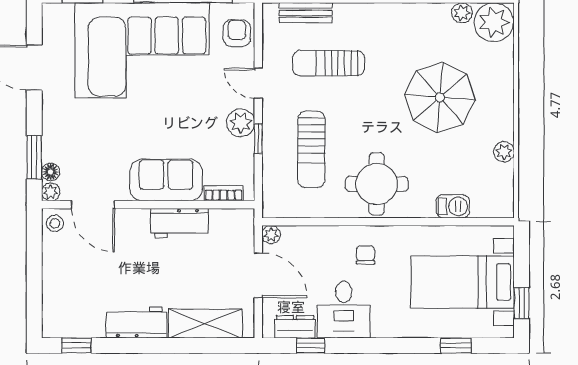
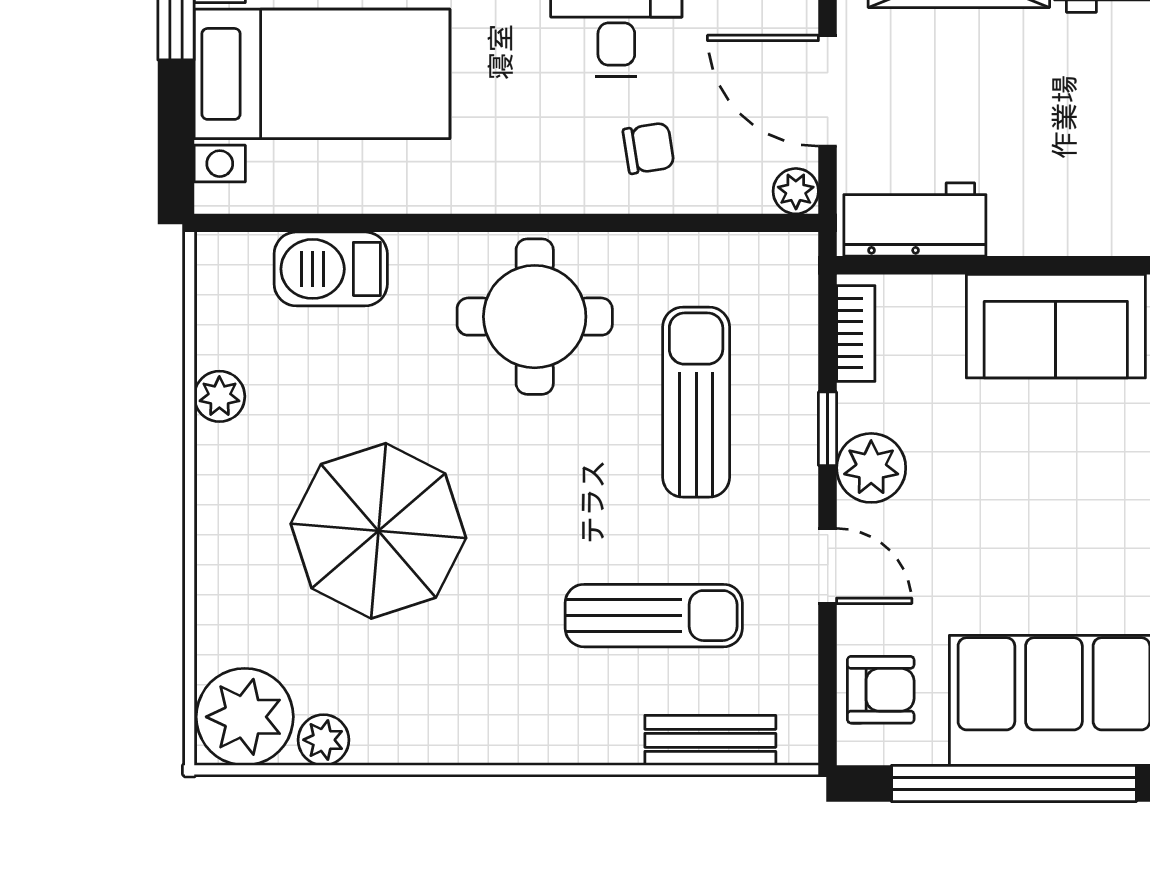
armchair: (237, 33) -> (881, 690), turned -90
bookcase: (224, 193) -> (856, 333), moved, turned -90
barbecue: (453, 206) -> (331, 269), width x1.38, depth x1.27
workbench: (179, 223) -> (915, 219), moved
chair: (366, 255) -> (649, 148), moved, turned -99

